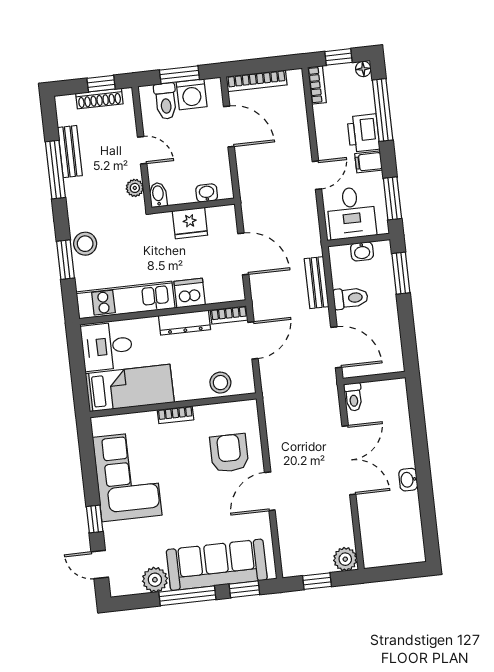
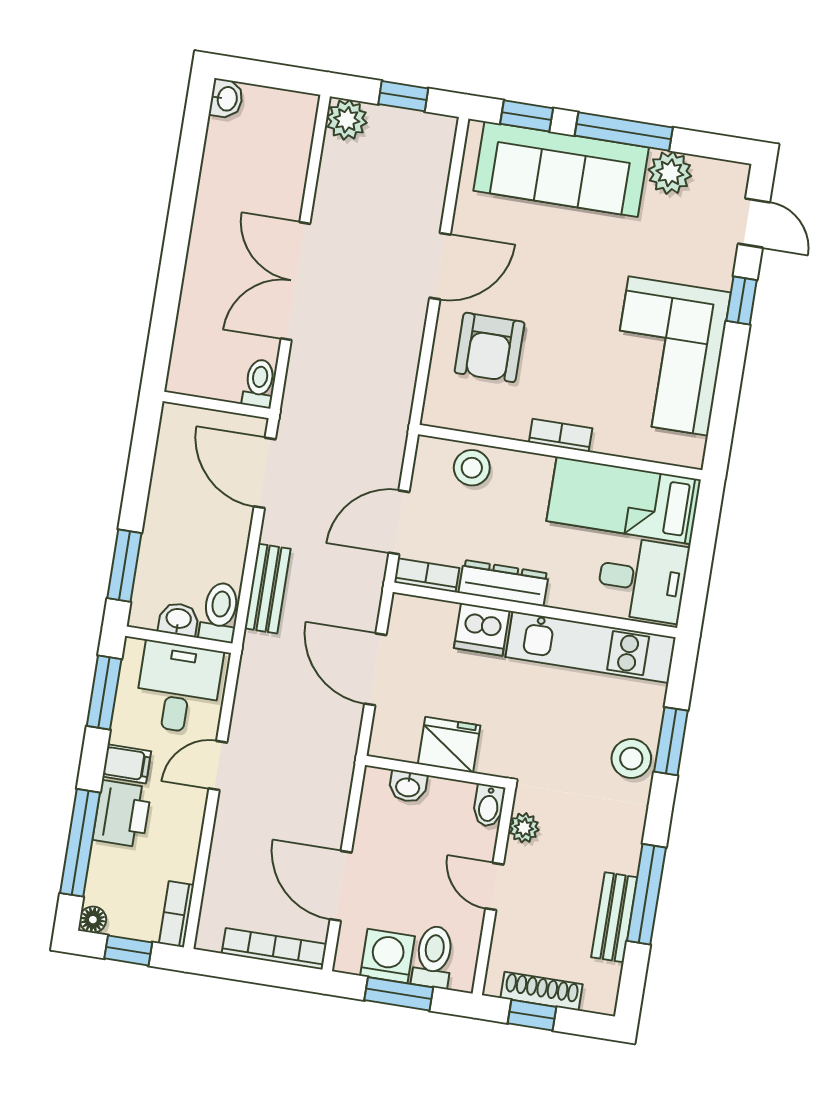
toilet: (351, 298) -> (220, 612), moved, turned 90
washbasin: (408, 480) -> (226, 99), moved

